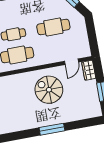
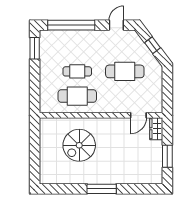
spiral stairs: (49, 90) -> (79, 145), moved, turned -90

